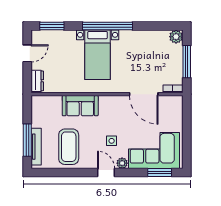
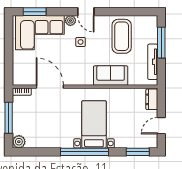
tv unit: (36, 147) -> (153, 62), moved

